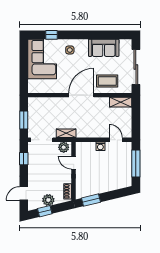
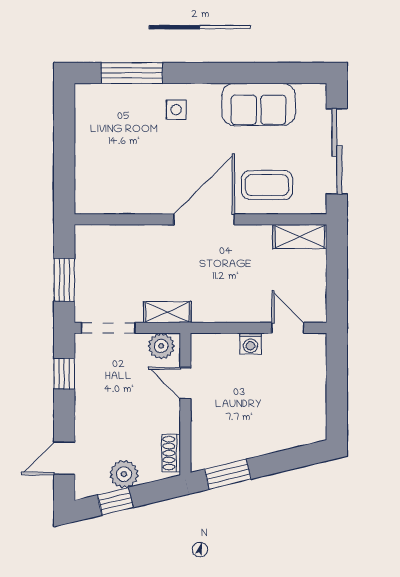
window: (51, 35) -> (132, 73), width x2.17
corner sofa: (42, 59) -> (109, 132), removed
window: (136, 163) -> (337, 385), removed

